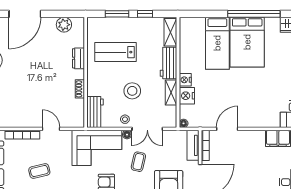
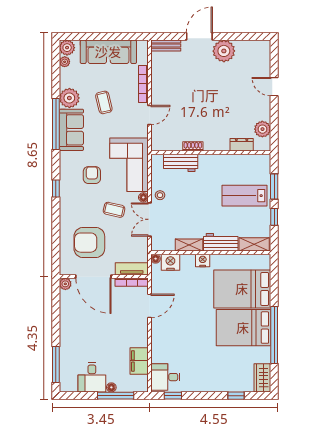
door: (25, 14) -> (274, 87), width x0.53
bed: (217, 43) -> (242, 289), width x1.50
lab bench: (115, 52) -> (245, 196), moved, turned -90
dresser: (78, 58) -> (242, 145), moved
stool: (132, 91) -> (191, 203), removed
nightstand: (187, 96) -> (170, 262), moved
workbench: (95, 112) -> (181, 163), moved
door: (227, 129) -> (149, 306), hinge flipped

